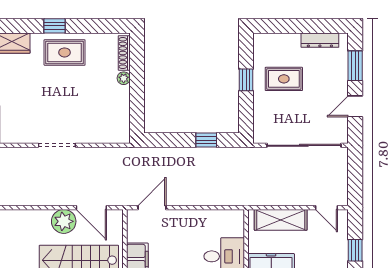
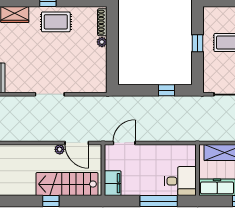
plant: (64, 221) -> (60, 149), width x0.53, depth x0.53

